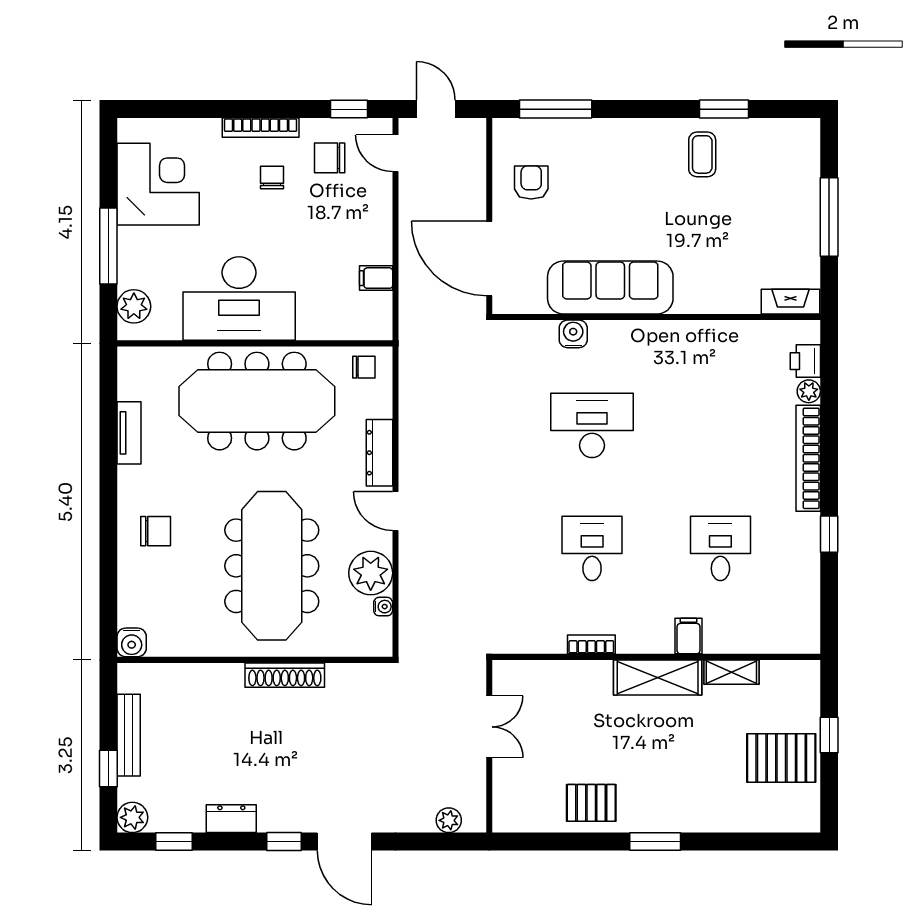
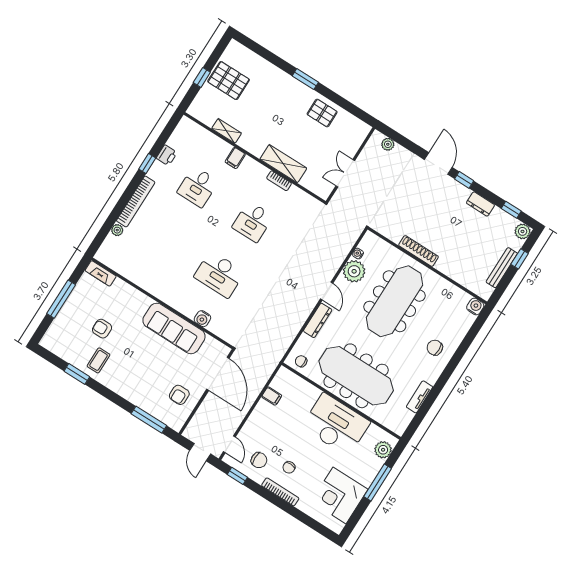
armchair: (730, 211) -> (102, 329), added
printer: (805, 361) -> (167, 155), moved
shelving: (658, 677) -> (283, 164), moved

